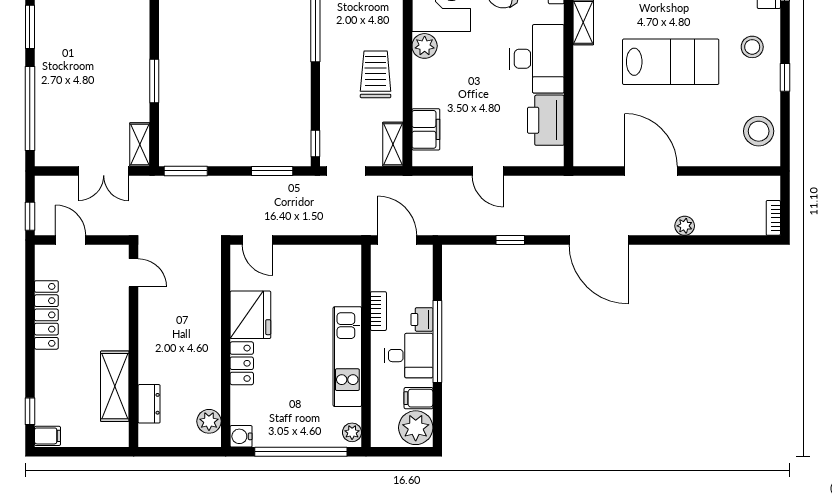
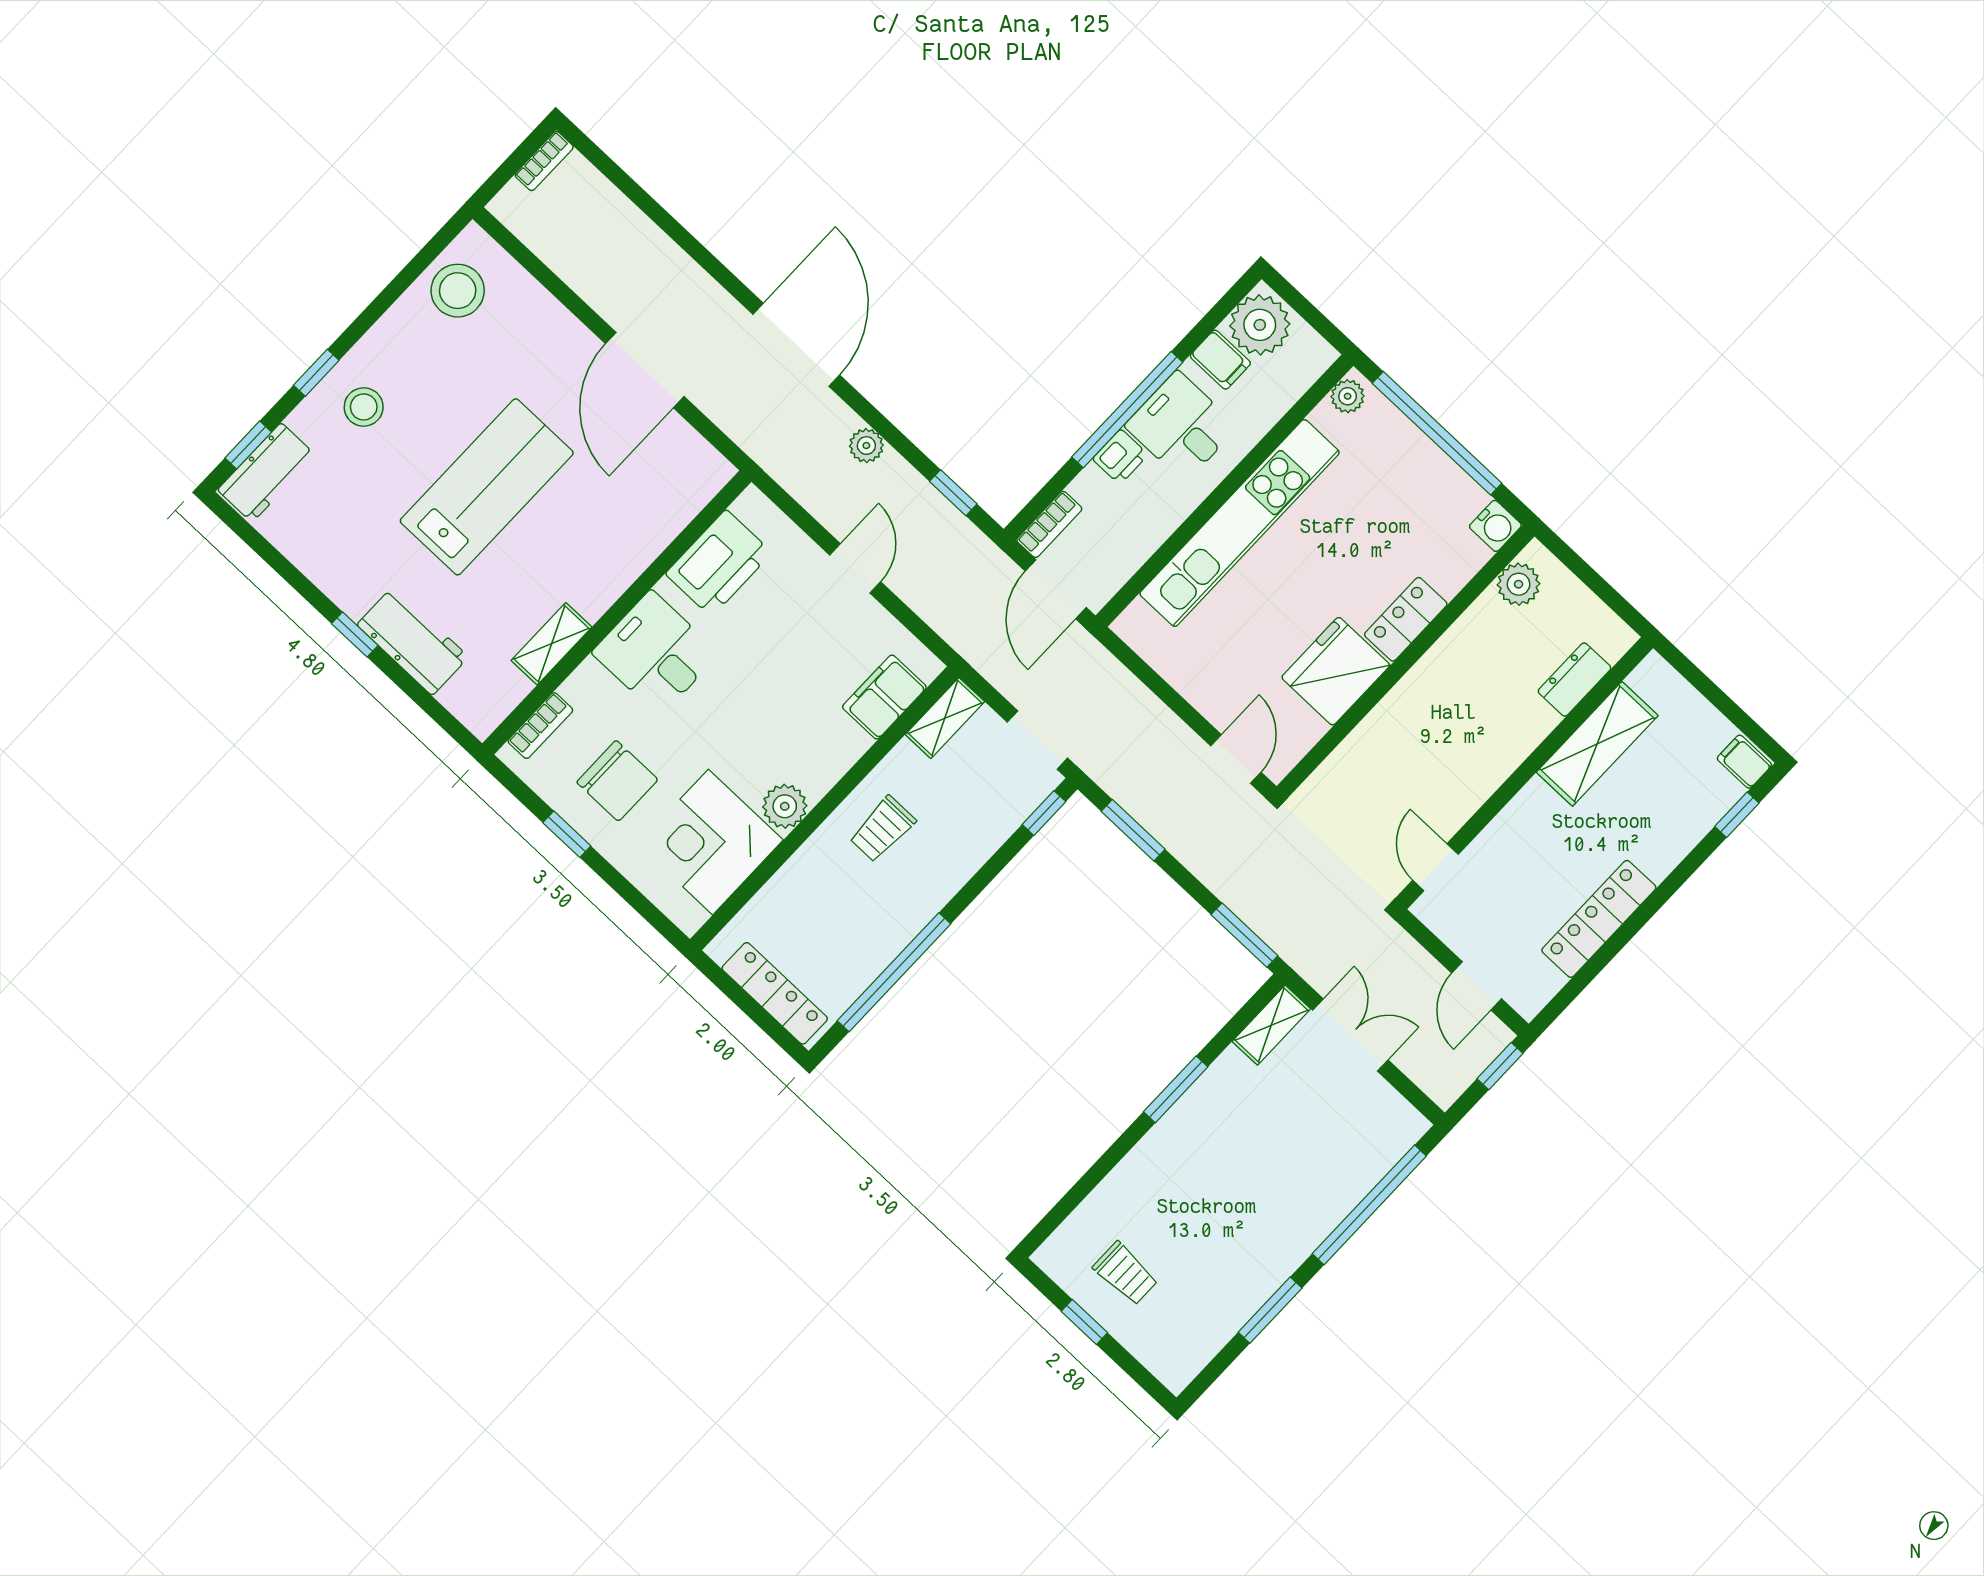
desk: (537, 59) -> (655, 653), width x0.73
lab bench: (671, 62) -> (487, 487), turned 90
trolley: (376, 74) -> (882, 829), width x0.73, depth x0.72
window: (785, 77) -> (316, 373), moved
plant: (685, 226) -> (866, 446), moved
window: (510, 240) -> (953, 493), moved
bookcase: (378, 311) -> (1049, 524), moved, turned 180
kitchen unit: (347, 357) -> (1240, 523), width x1.36

